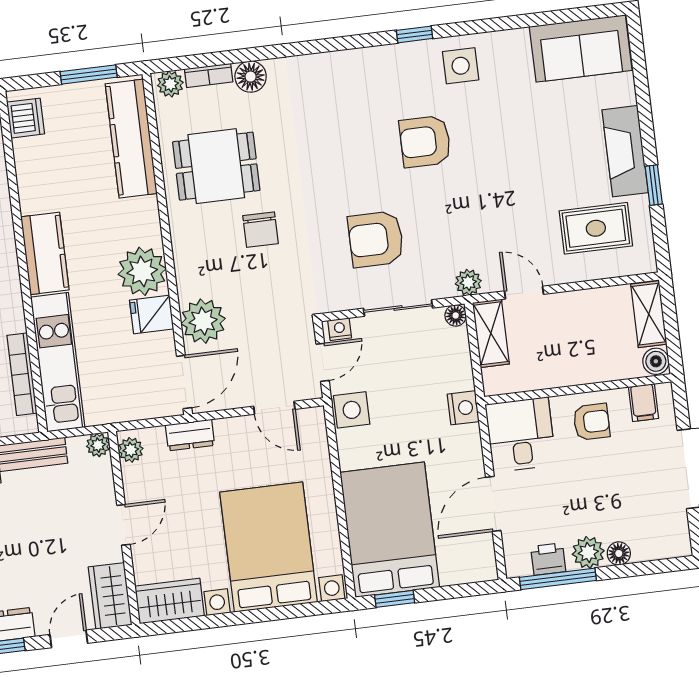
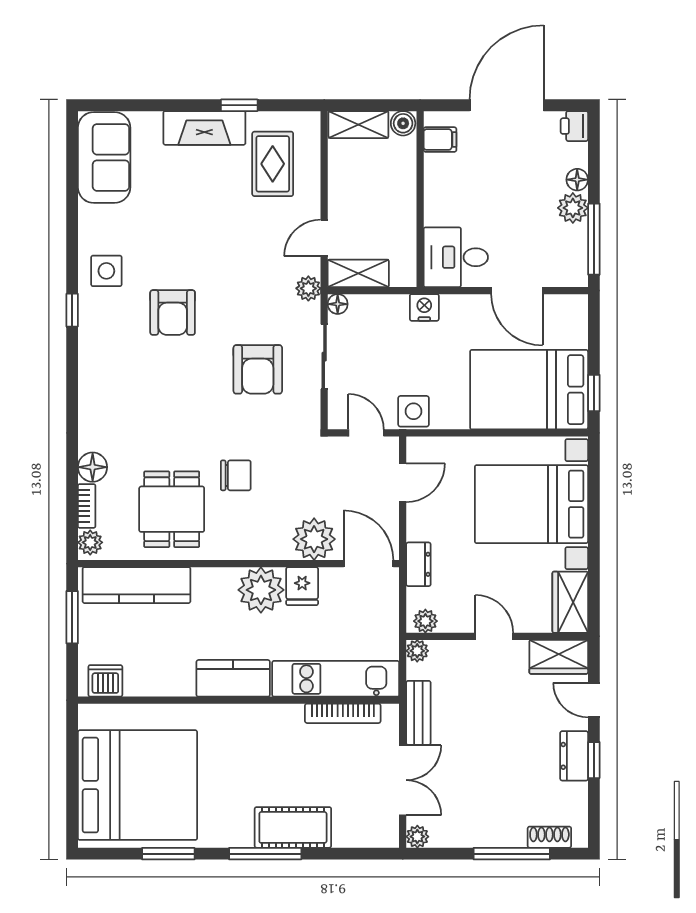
nightstand: (340, 329) -> (337, 413), removed
armchair: (592, 422) -> (452, 190), removed
printer: (548, 559) -> (574, 126), moved

